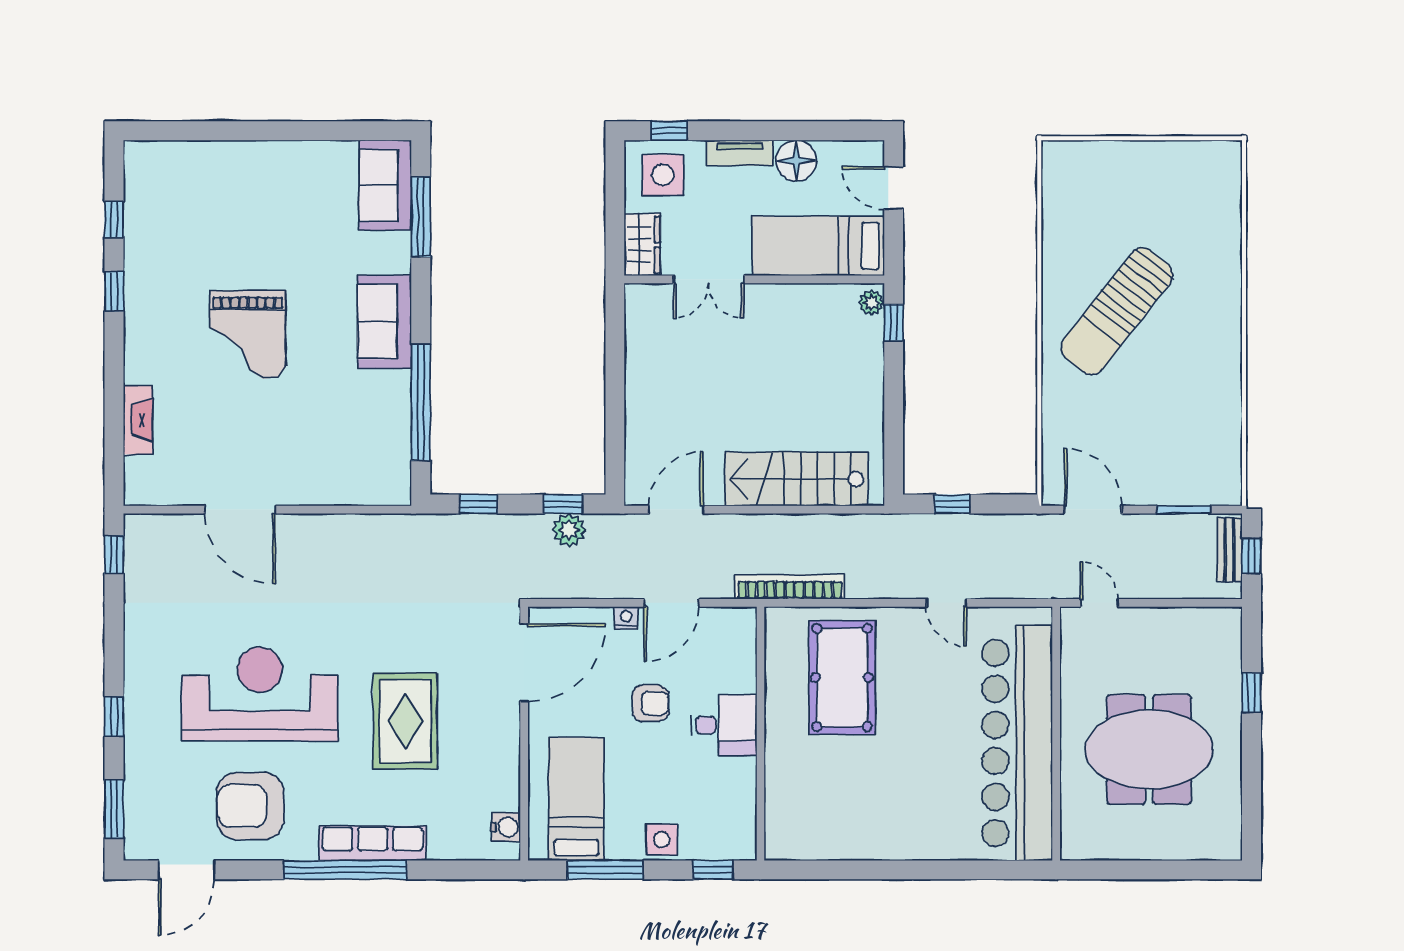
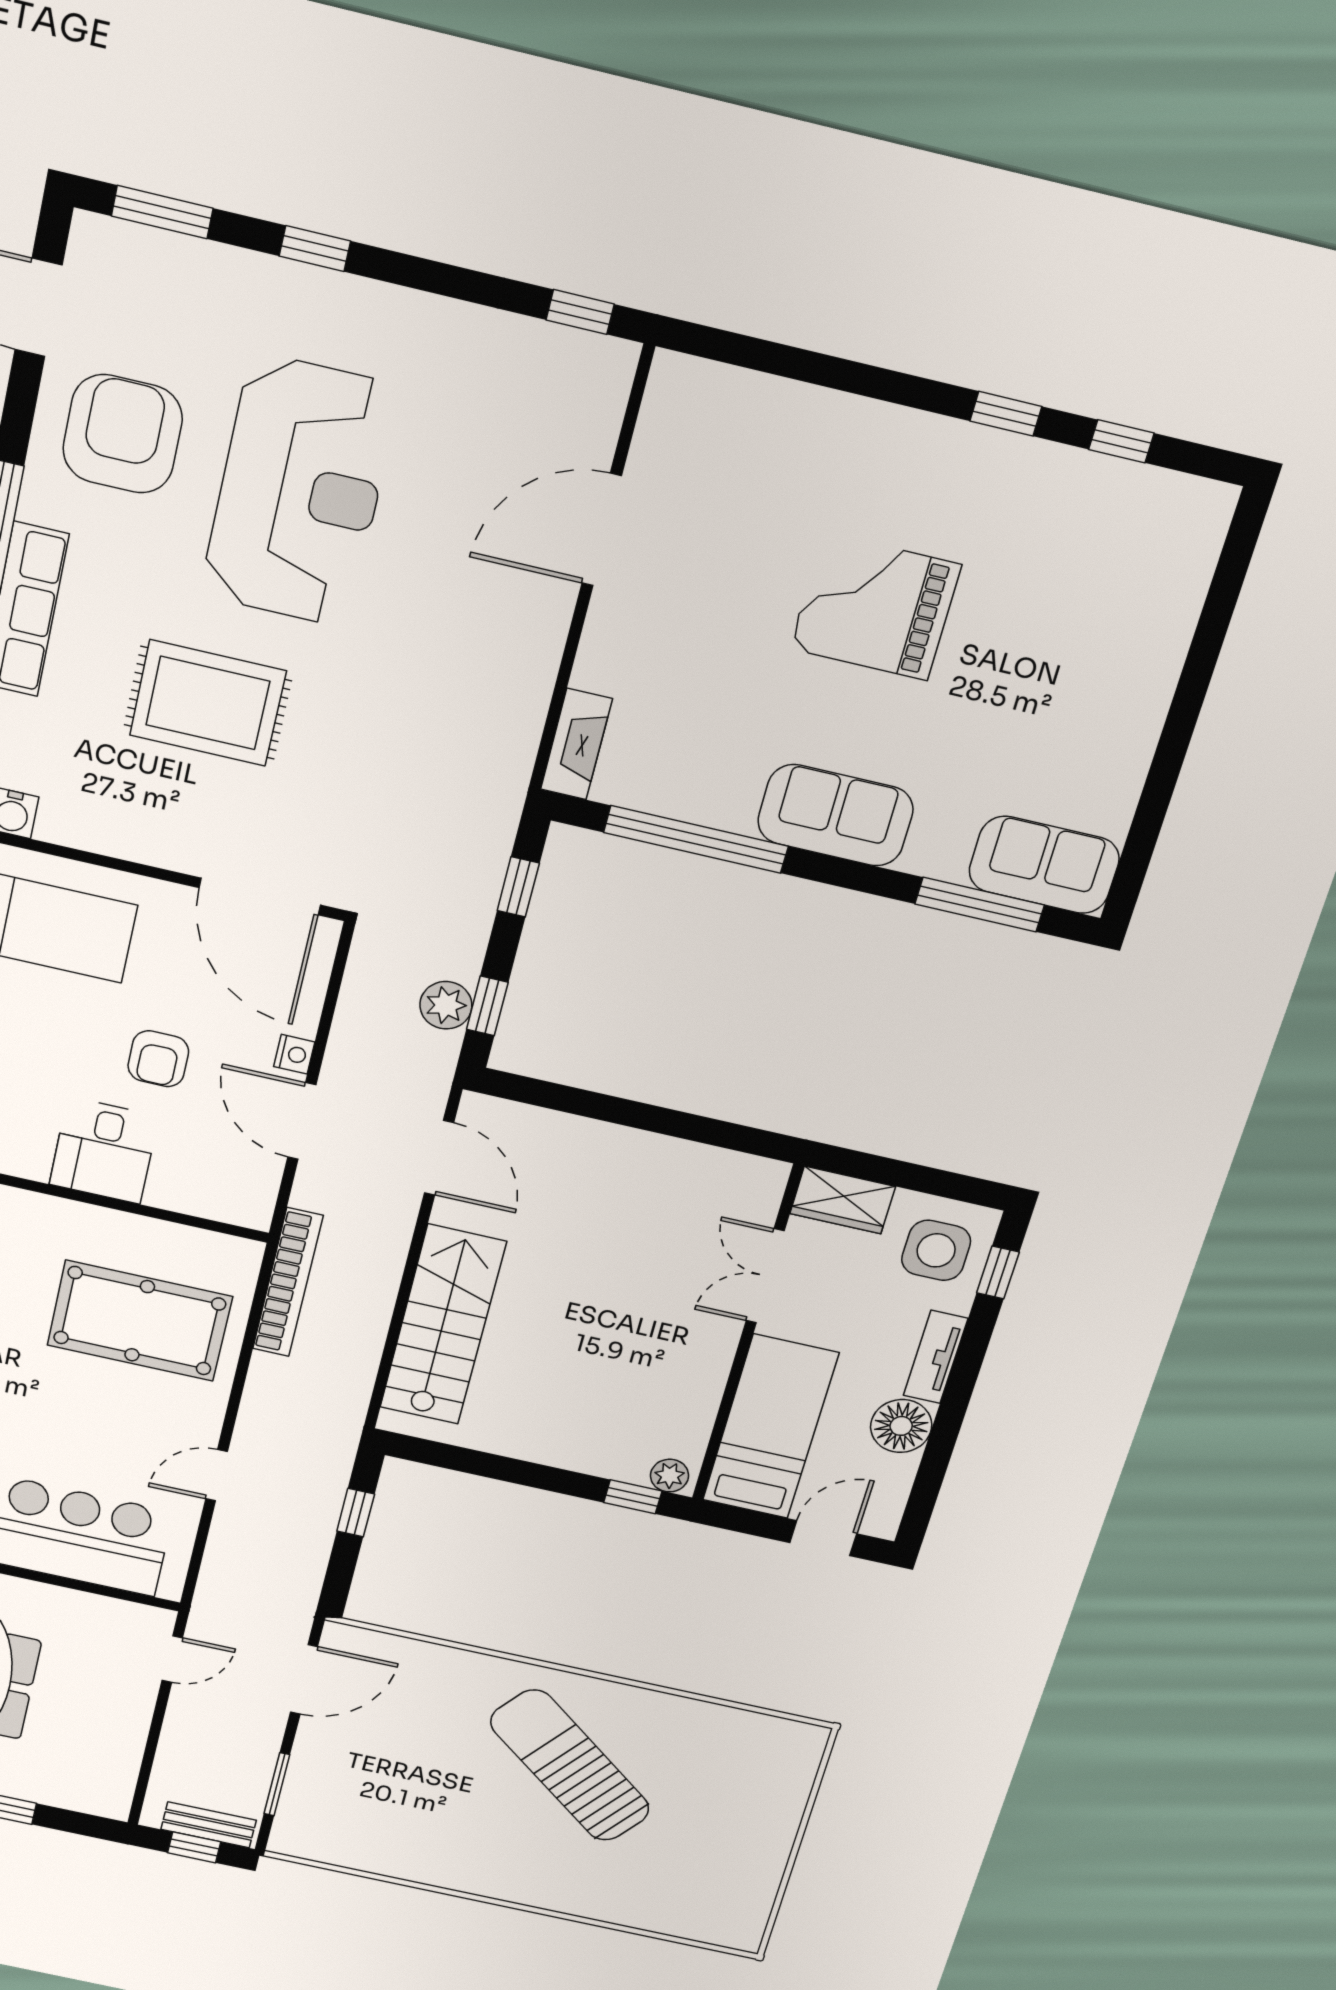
fireplace: (138, 420) -> (576, 744), moved, turned -90

